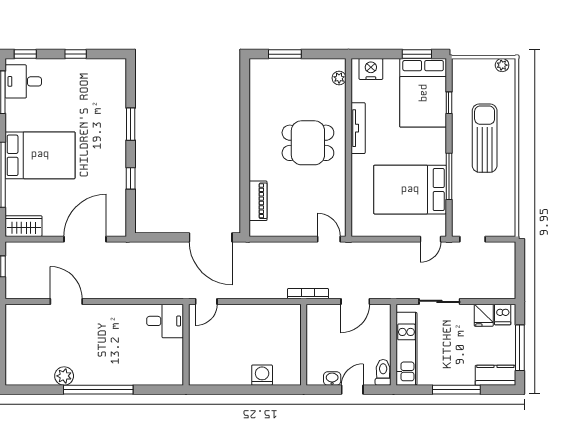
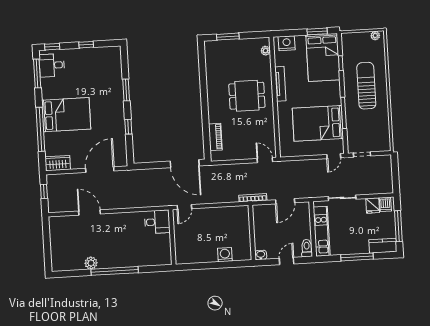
washbasin: (332, 378) -> (261, 255), moved

